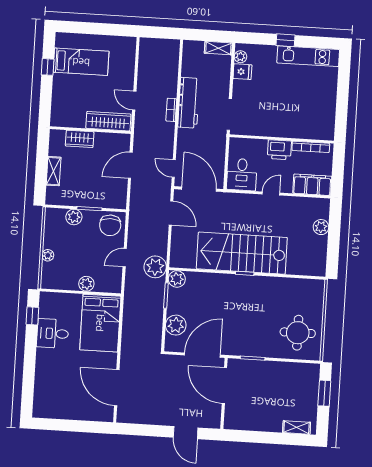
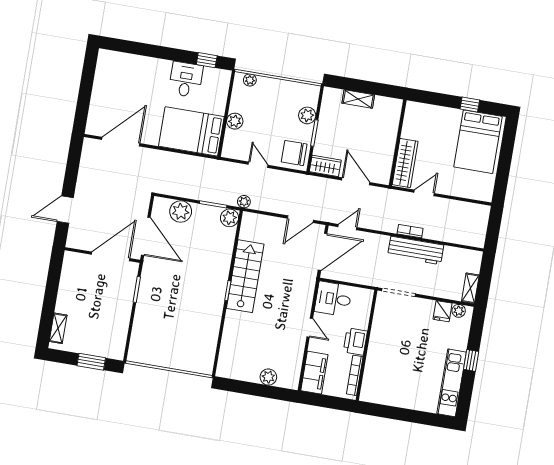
bed: (81, 62) -> (478, 142), width x1.50
wardrobe: (80, 139) -> (325, 166), moved, turned 90
stairs: (242, 253) -> (245, 276), width x0.73, depth x0.66
plant: (48, 255) -> (250, 80), moved
plant: (155, 267) -> (244, 202), width x0.53, depth x0.53
round table: (298, 333) -> (159, 340), removed

